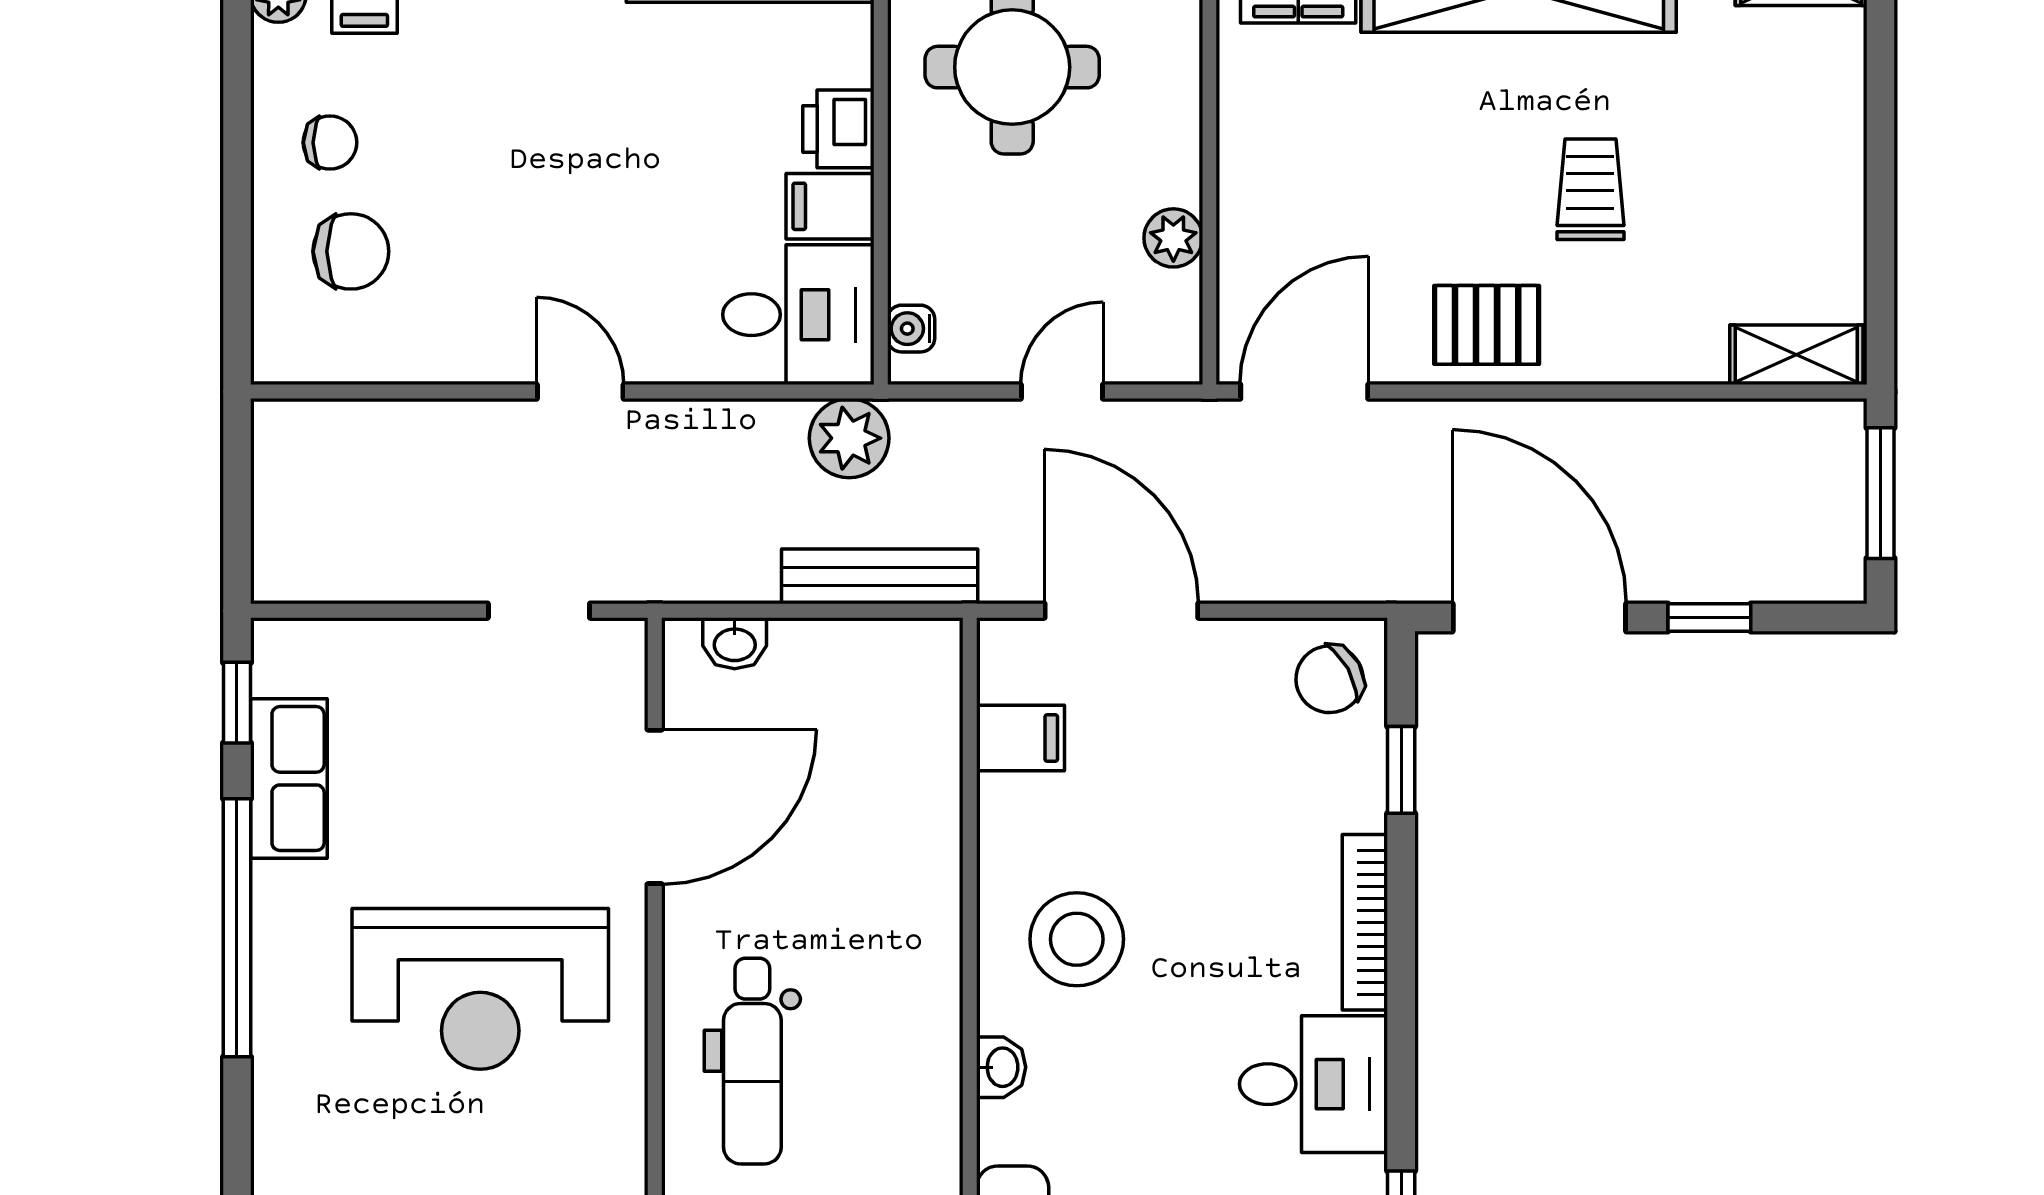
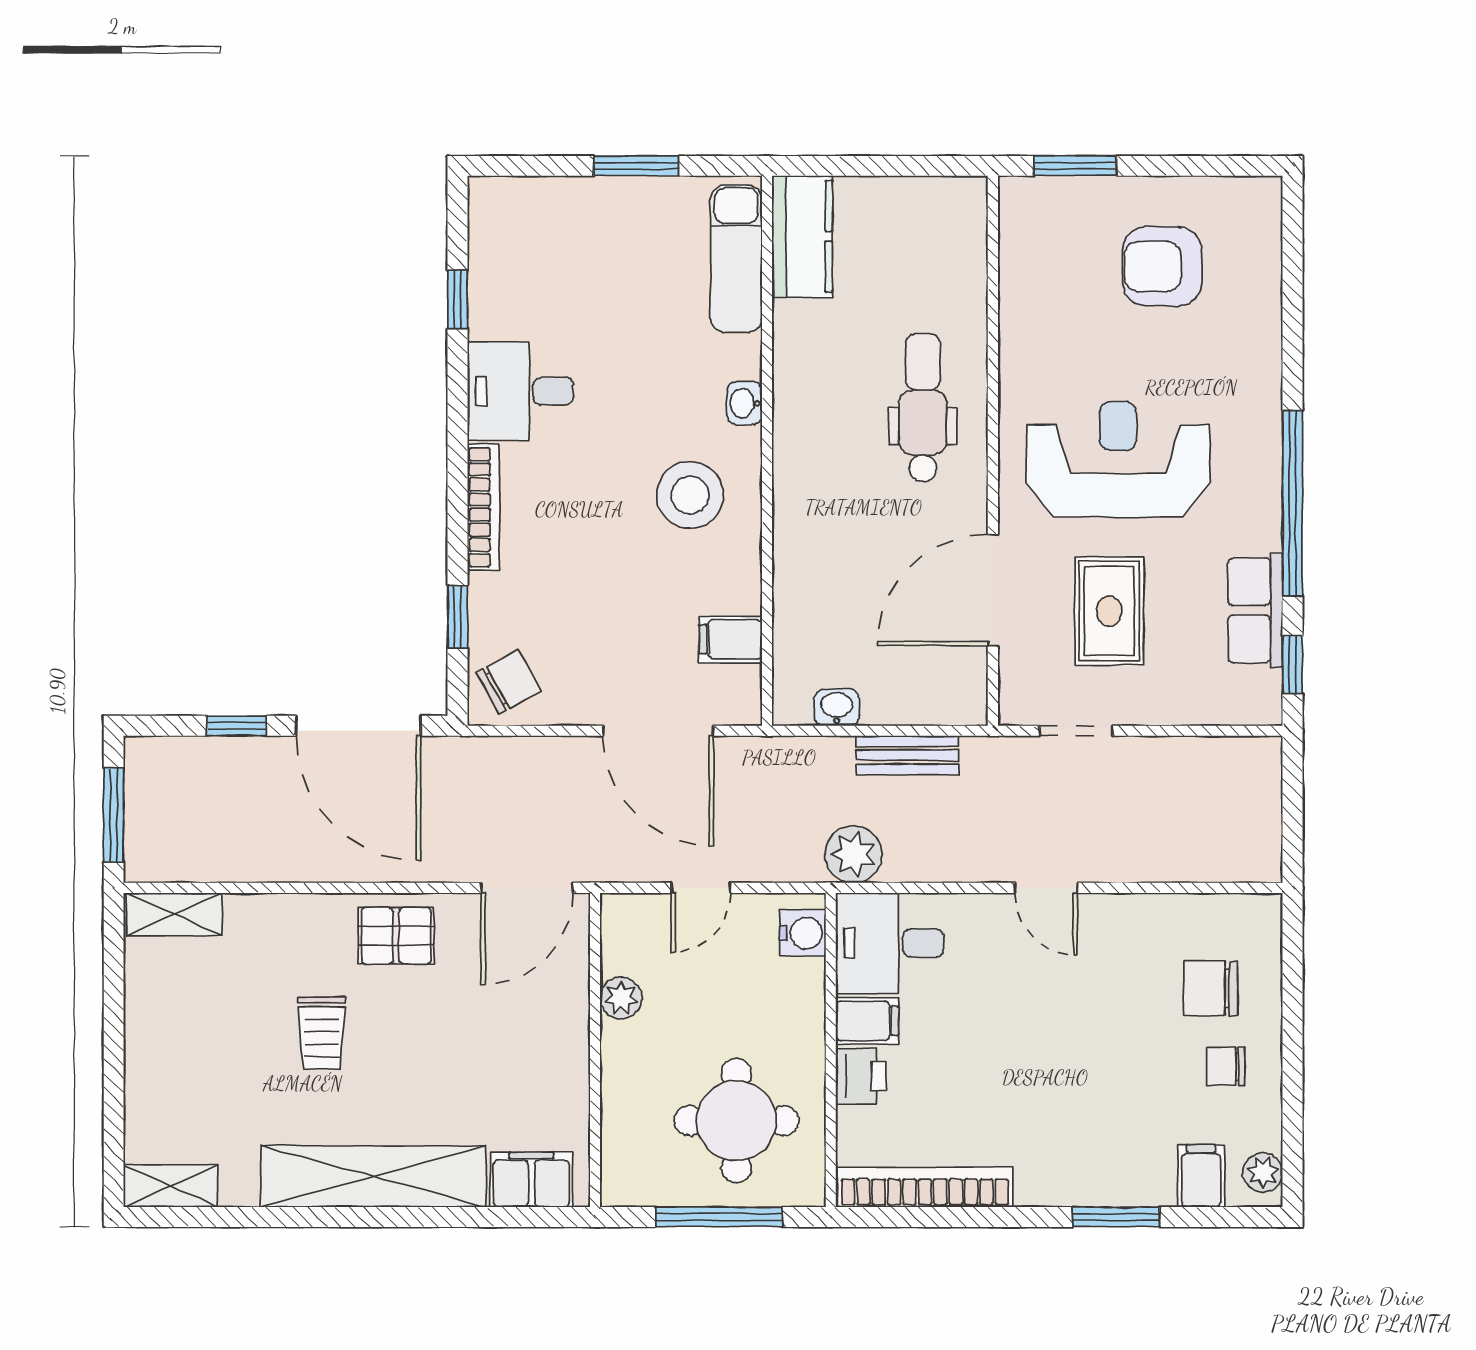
water cooler: (911, 329) -> (803, 933), width x1.38, depth x1.38
bench: (880, 576) -> (907, 755), moved, width x0.73
washbasin: (735, 643) -> (837, 707), moved
rug: (492, 777) -> (1109, 611), added

